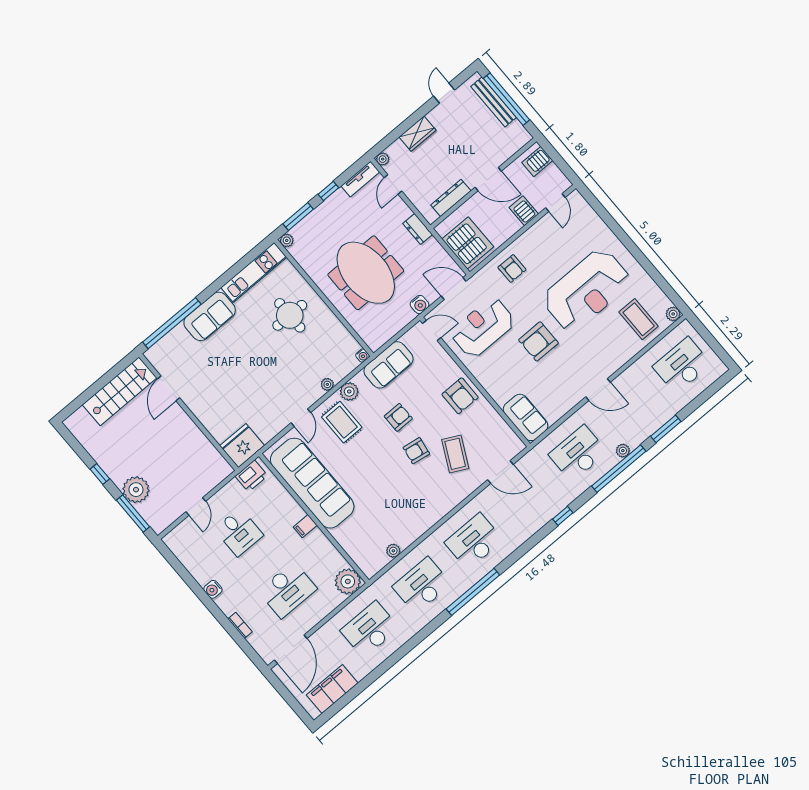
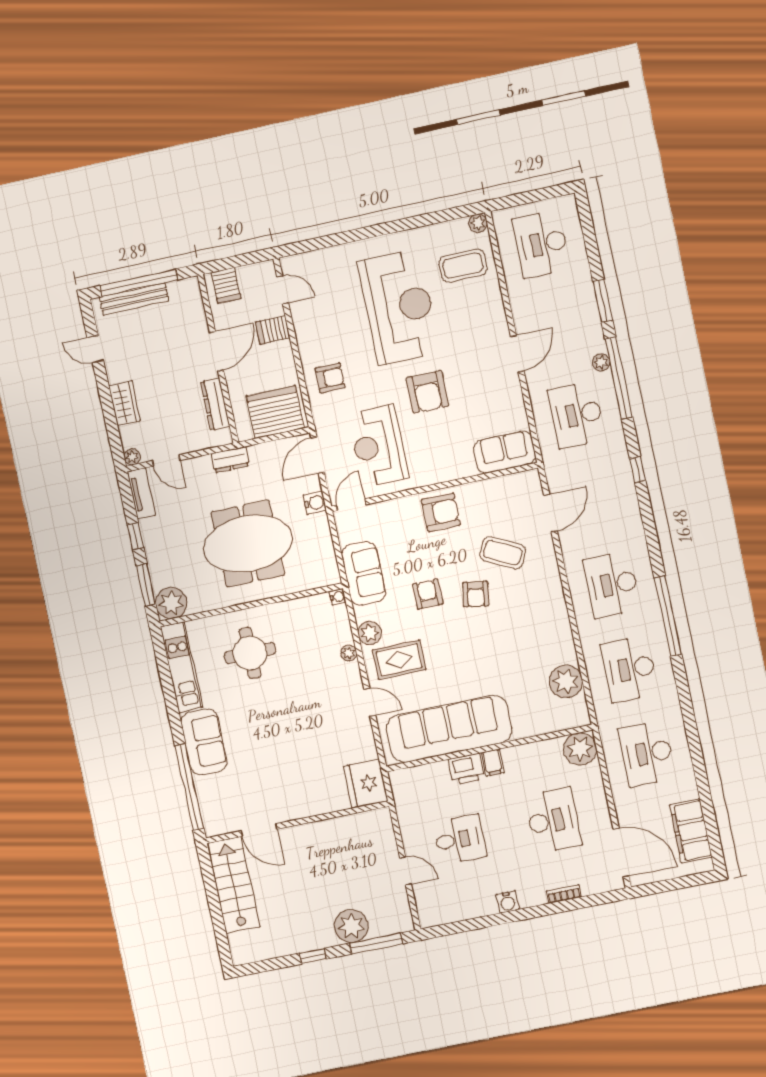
plant: (287, 240) -> (171, 603), width x1.88, depth x1.88
printer: (251, 476) -> (467, 769), moved, turned 90
plant: (393, 551) -> (566, 681), width x1.88, depth x1.88

